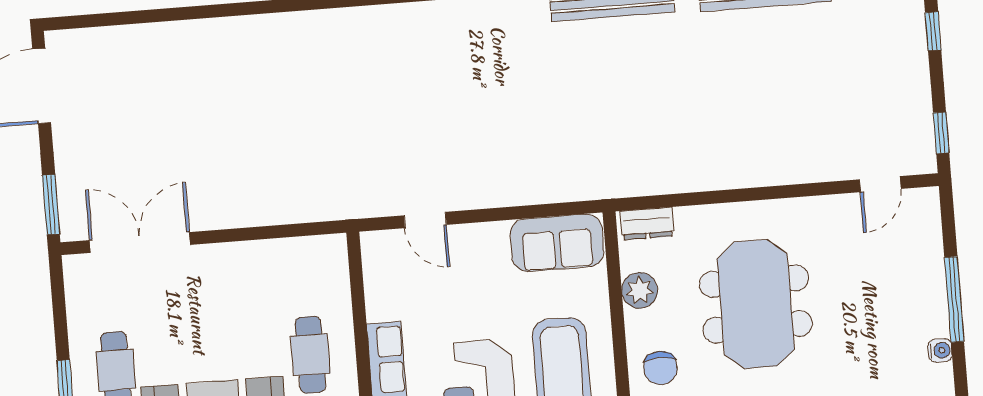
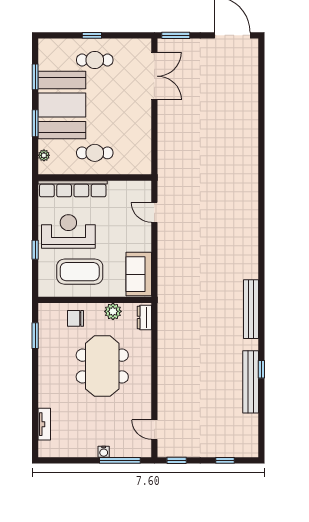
door: (425, 220) -> (154, 212), hinge flipped
window: (954, 299) -> (120, 460), moved
meeting table: (756, 304) -> (102, 366), turned 90
water cooler: (940, 350) -> (104, 452), moved

